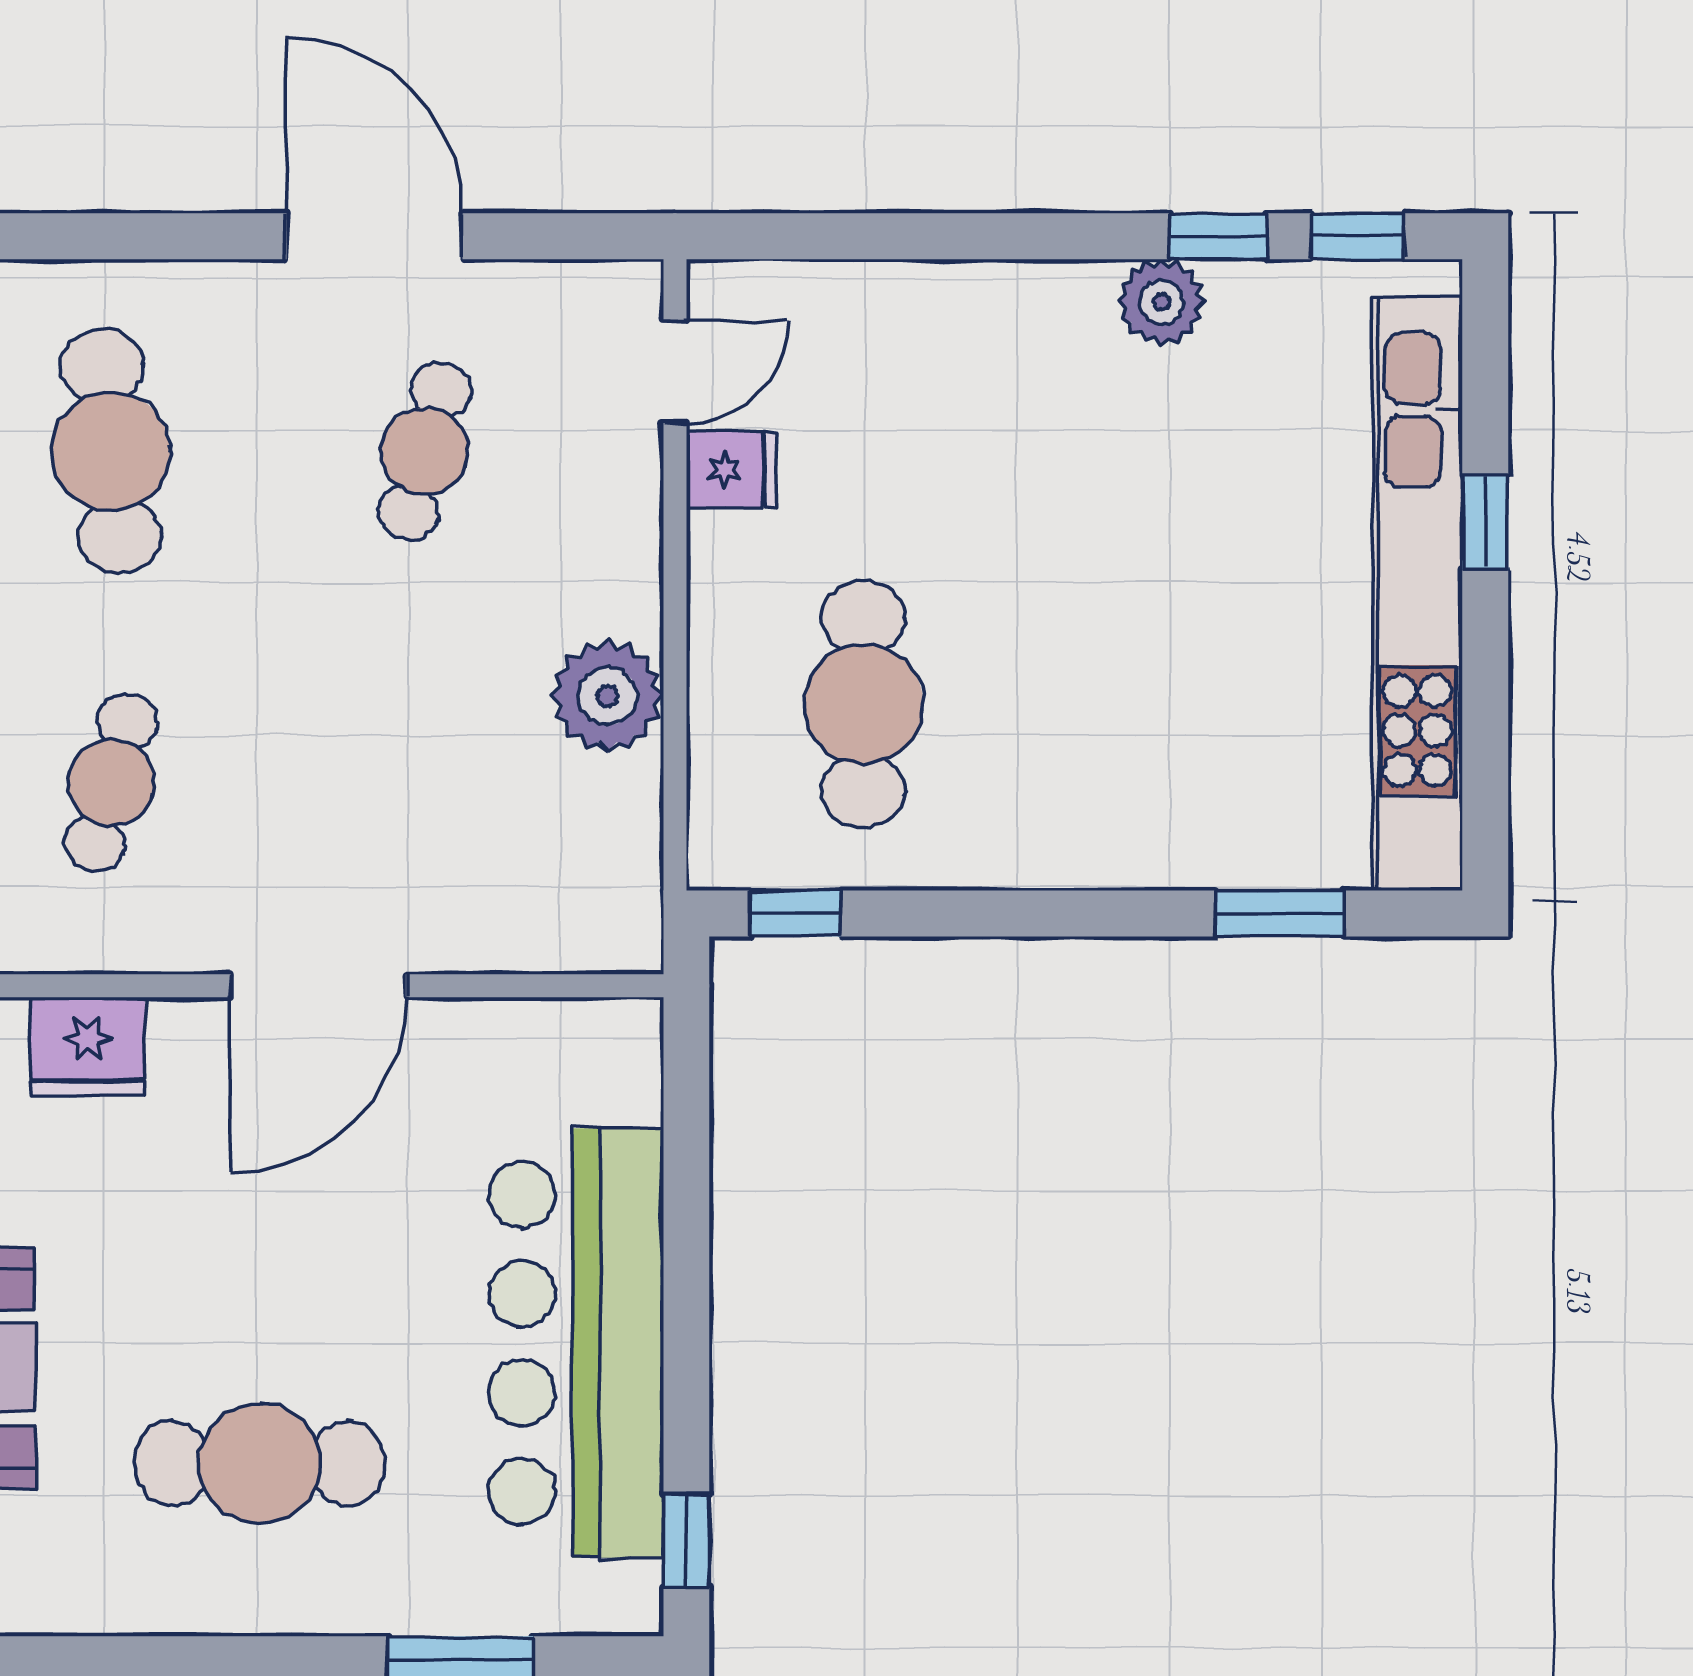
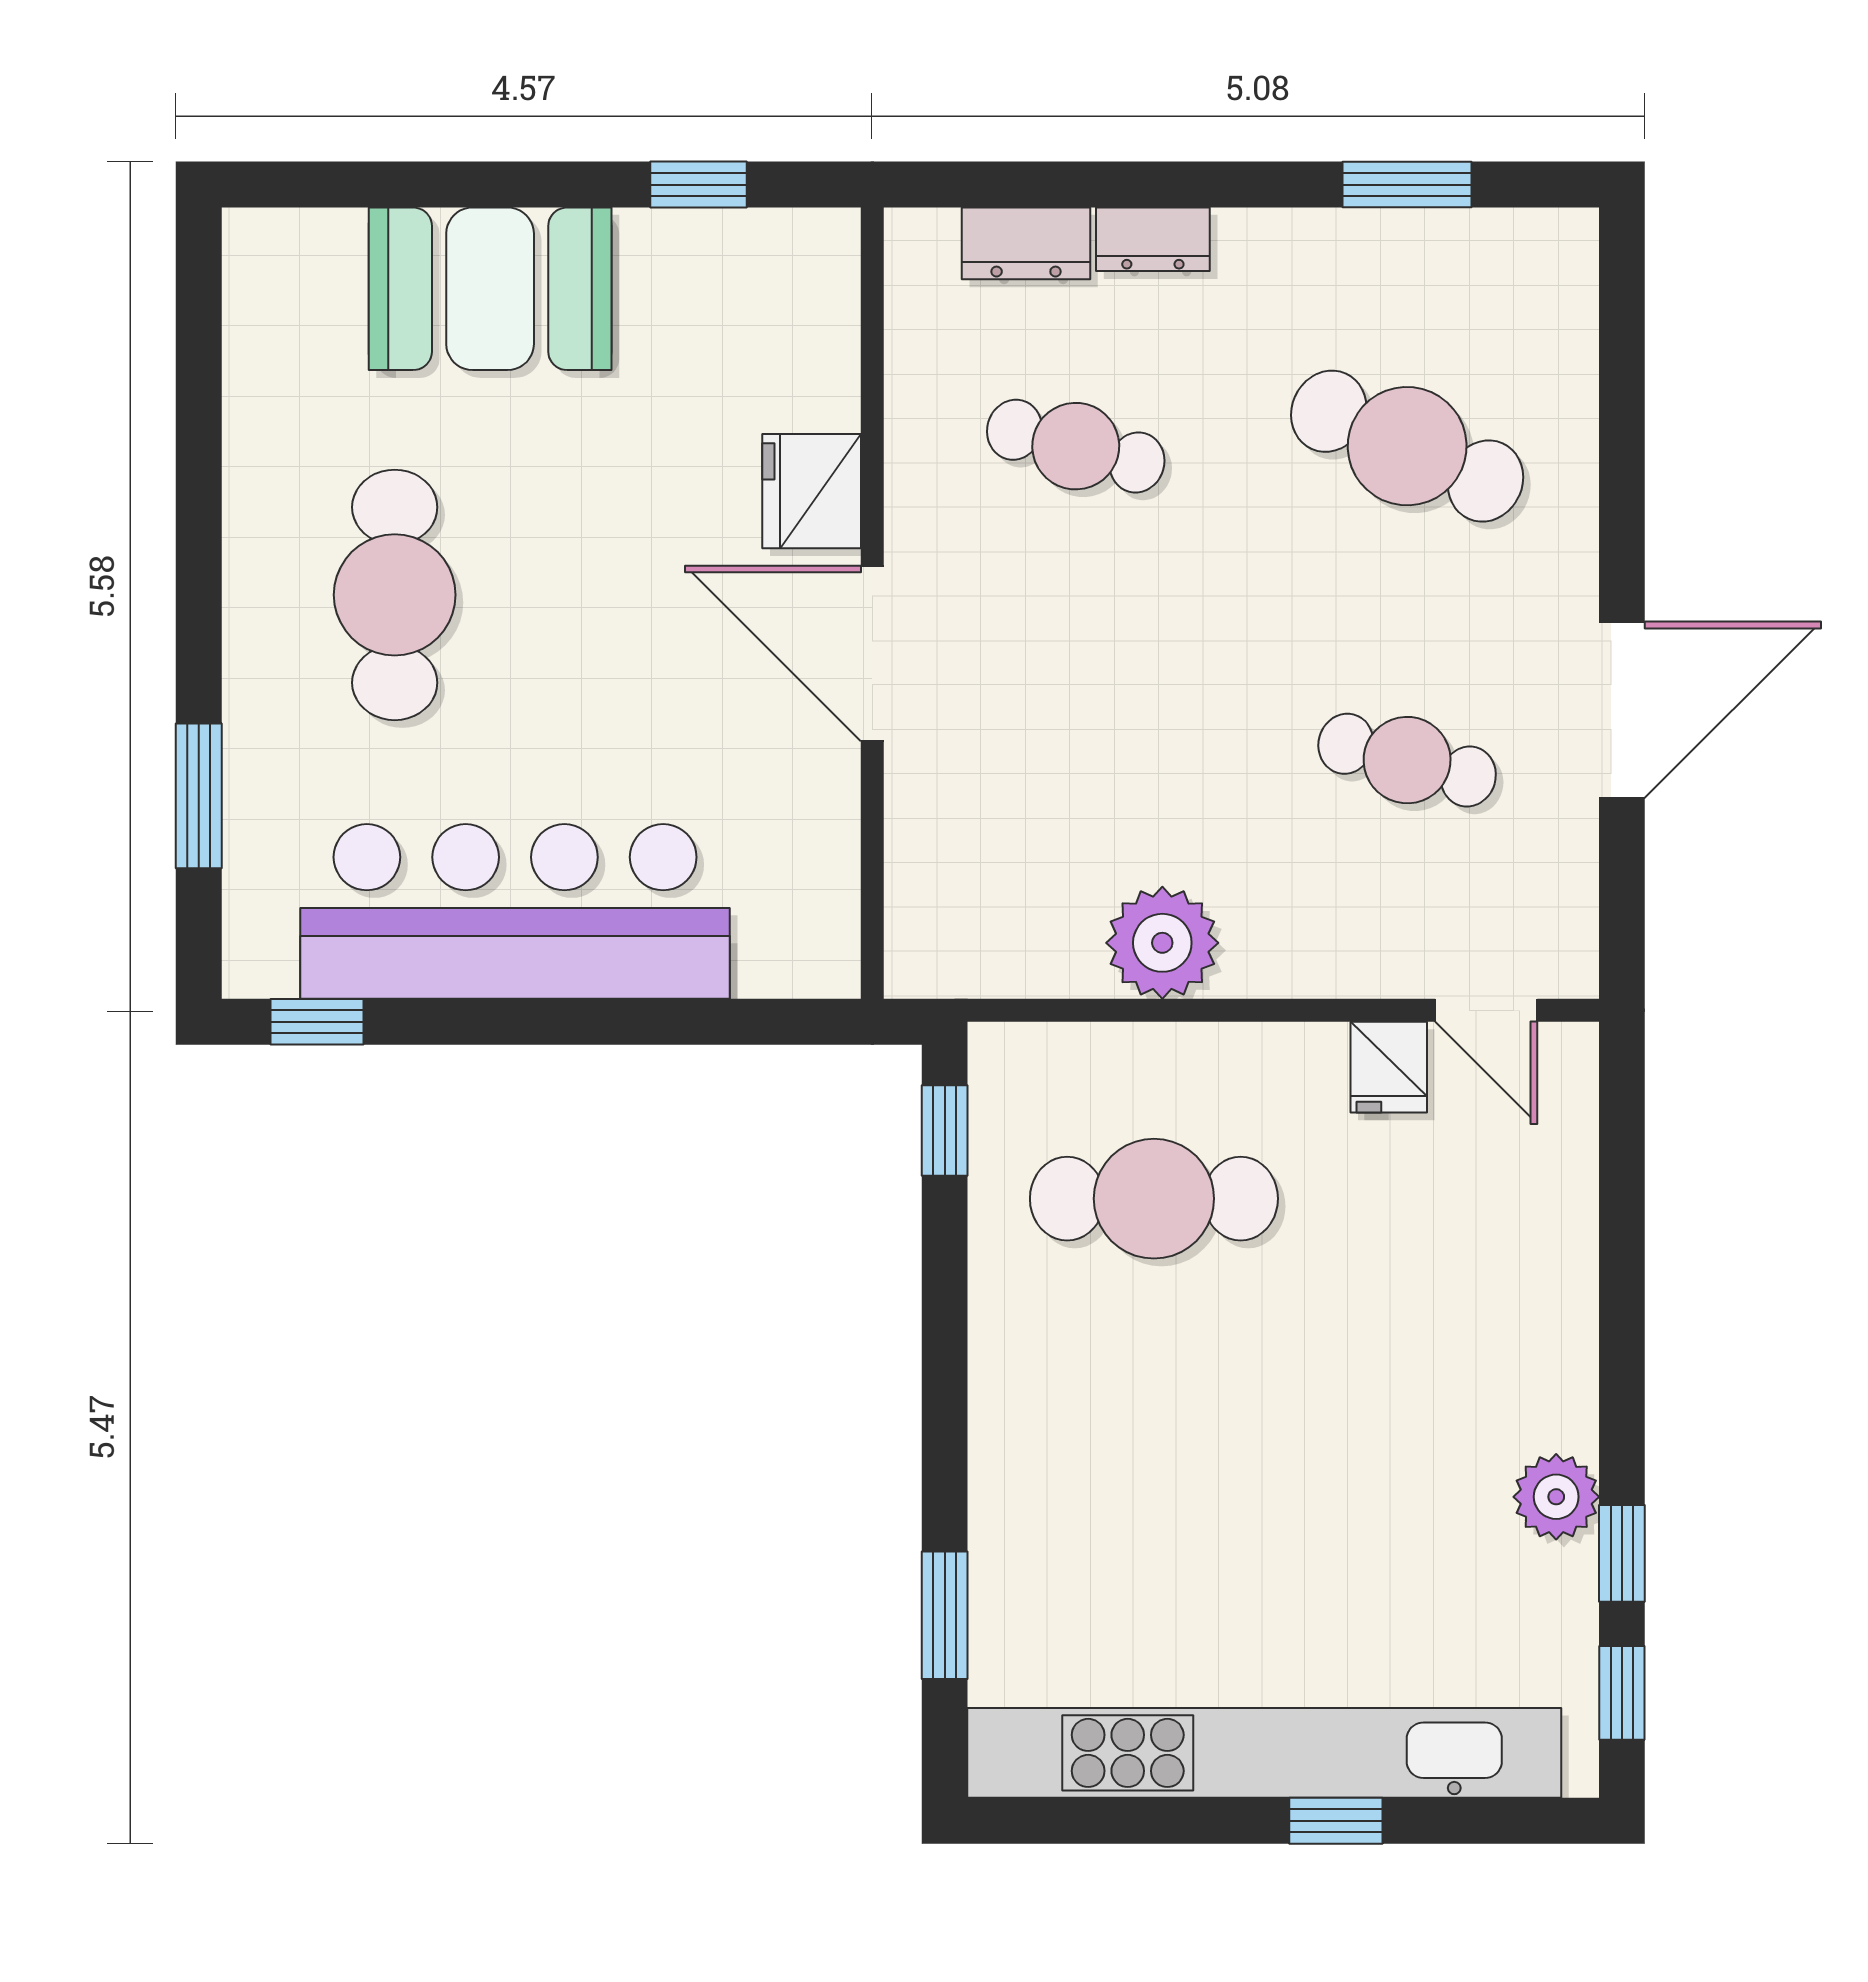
cafe table: (111, 451) -> (1407, 446), turned 30
fridge: (88, 1046) -> (812, 491), moved

